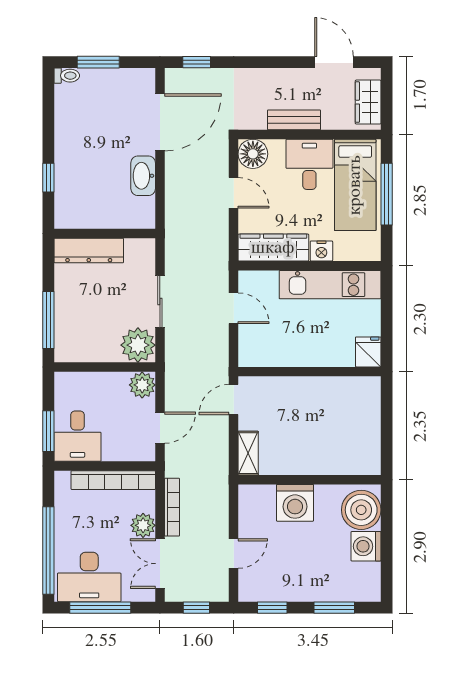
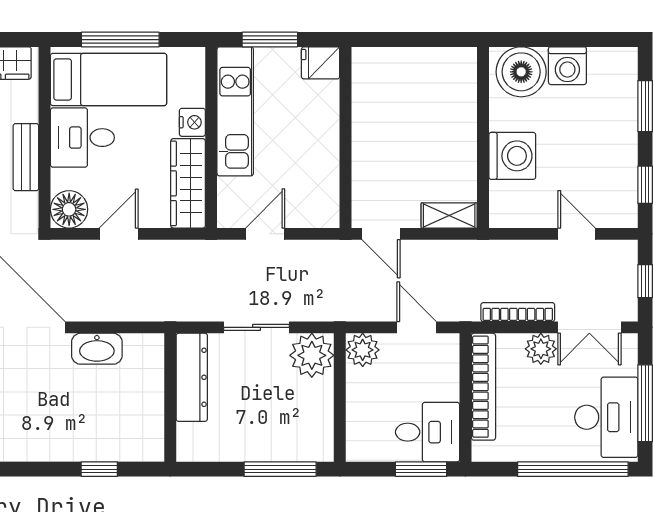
dresser: (89, 250) -> (192, 377), moved
window: (387, 312) -> (270, 40), added

